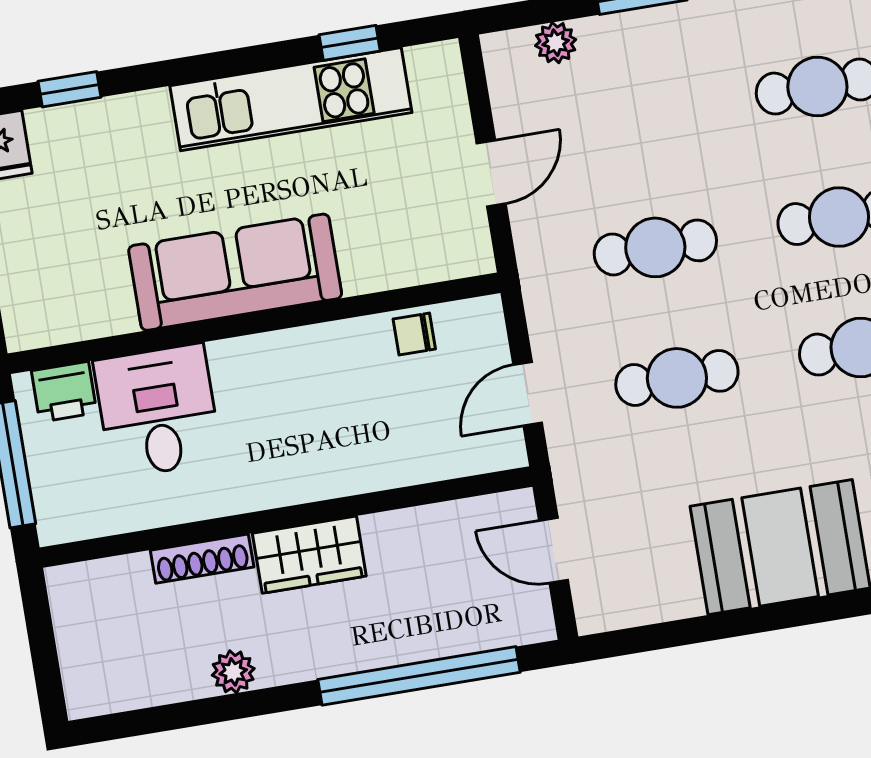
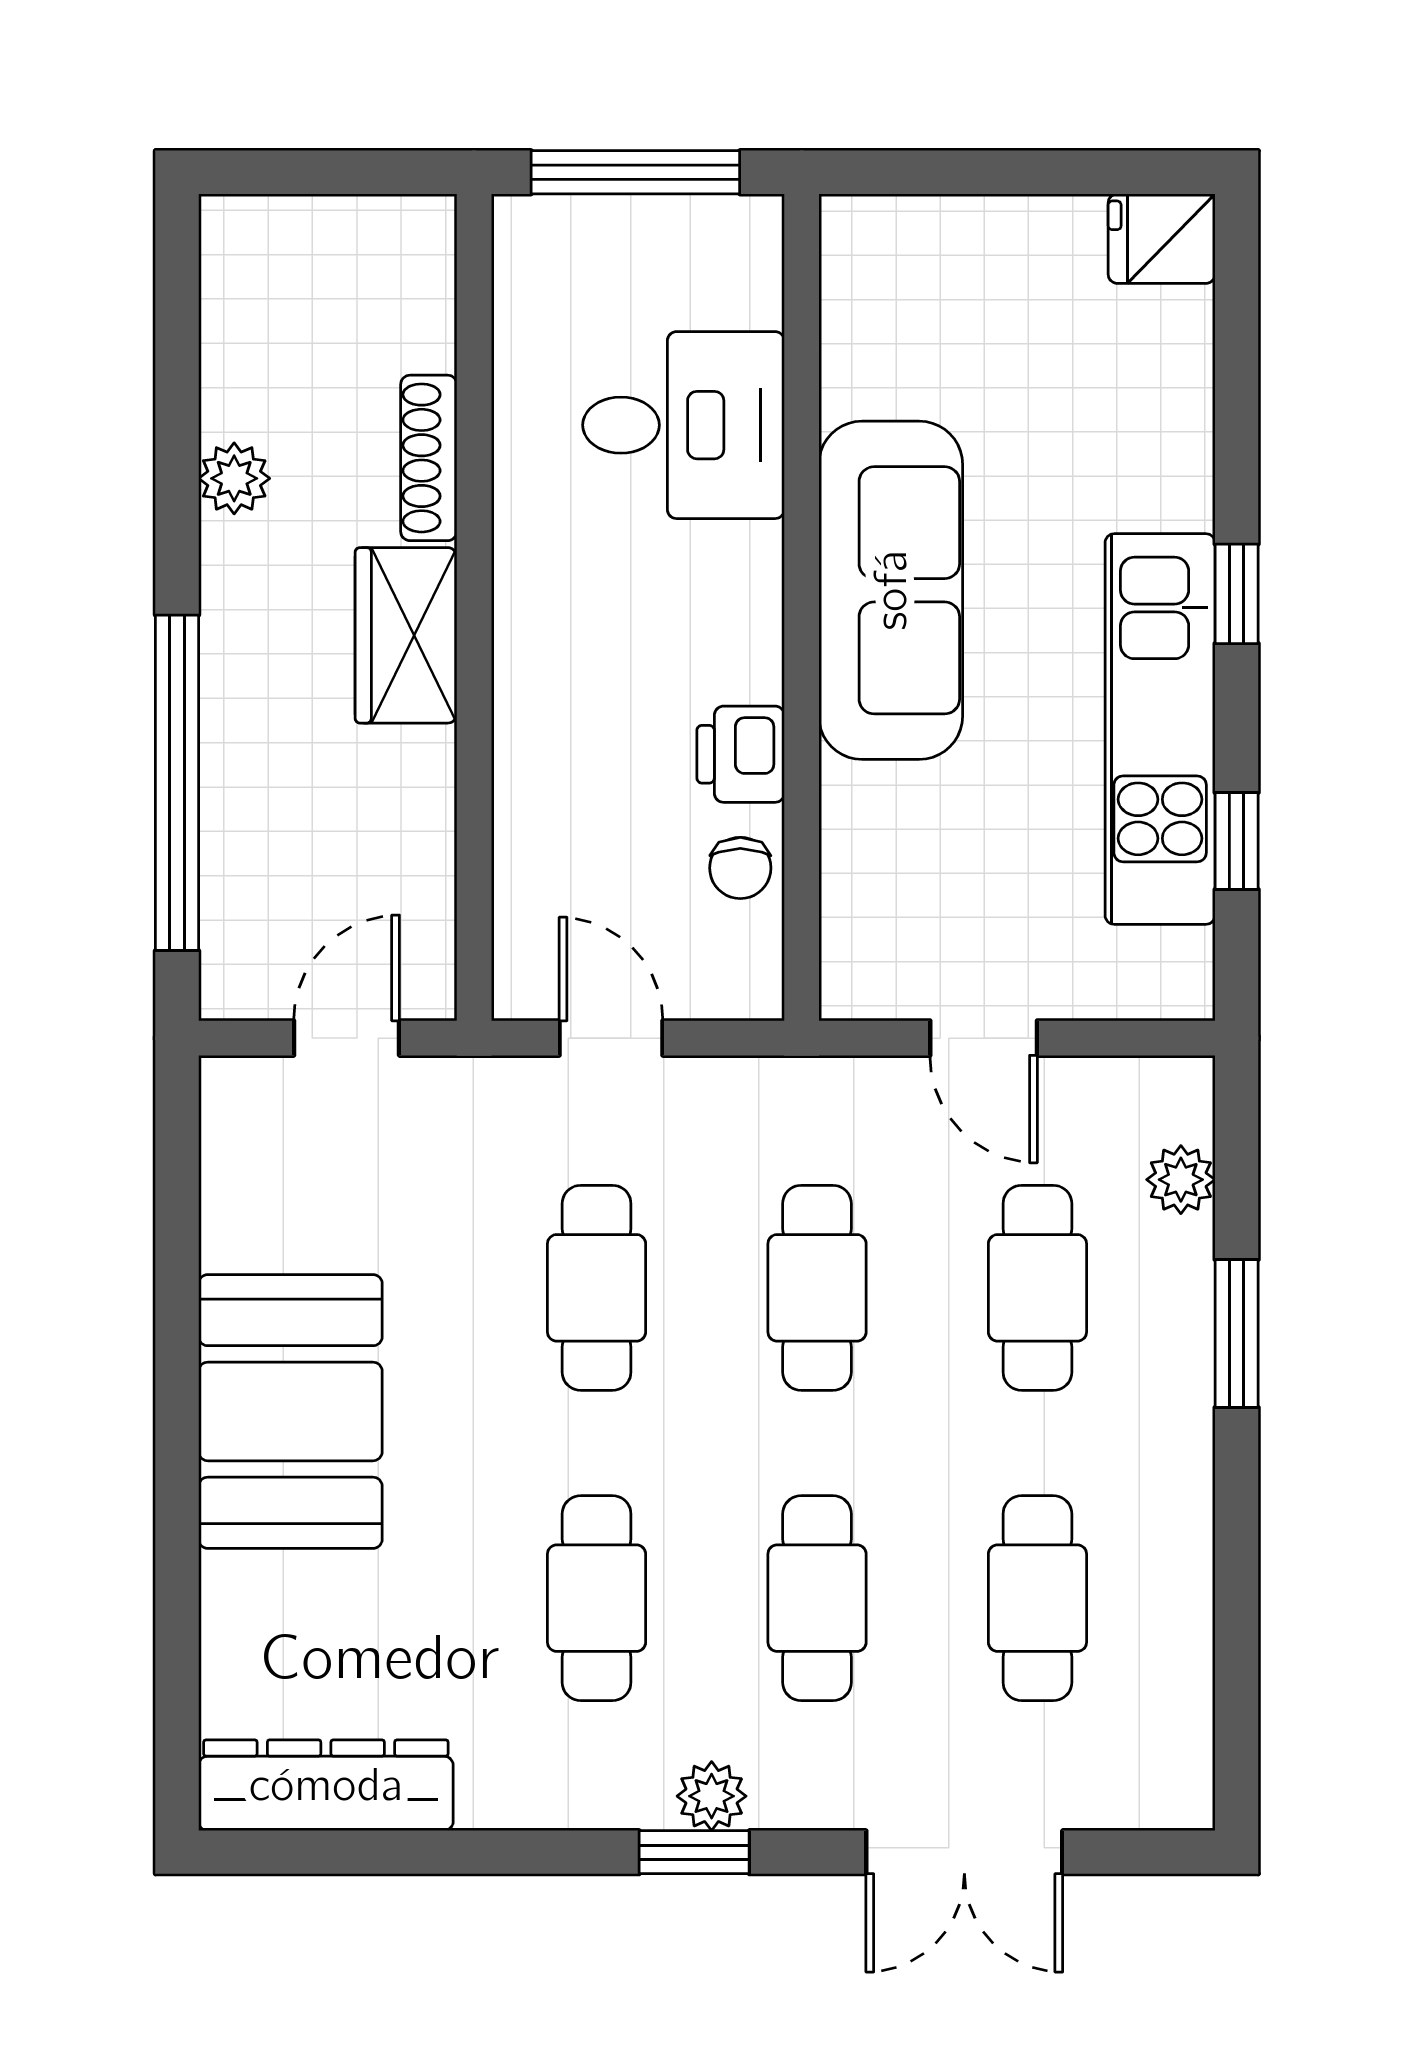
window: (70, 89) -> (1237, 594), moved
cafe table: (634, 117) -> (1037, 1288), added
chair: (414, 334) -> (740, 868), turned 180
printer: (64, 392) -> (741, 754), moved

